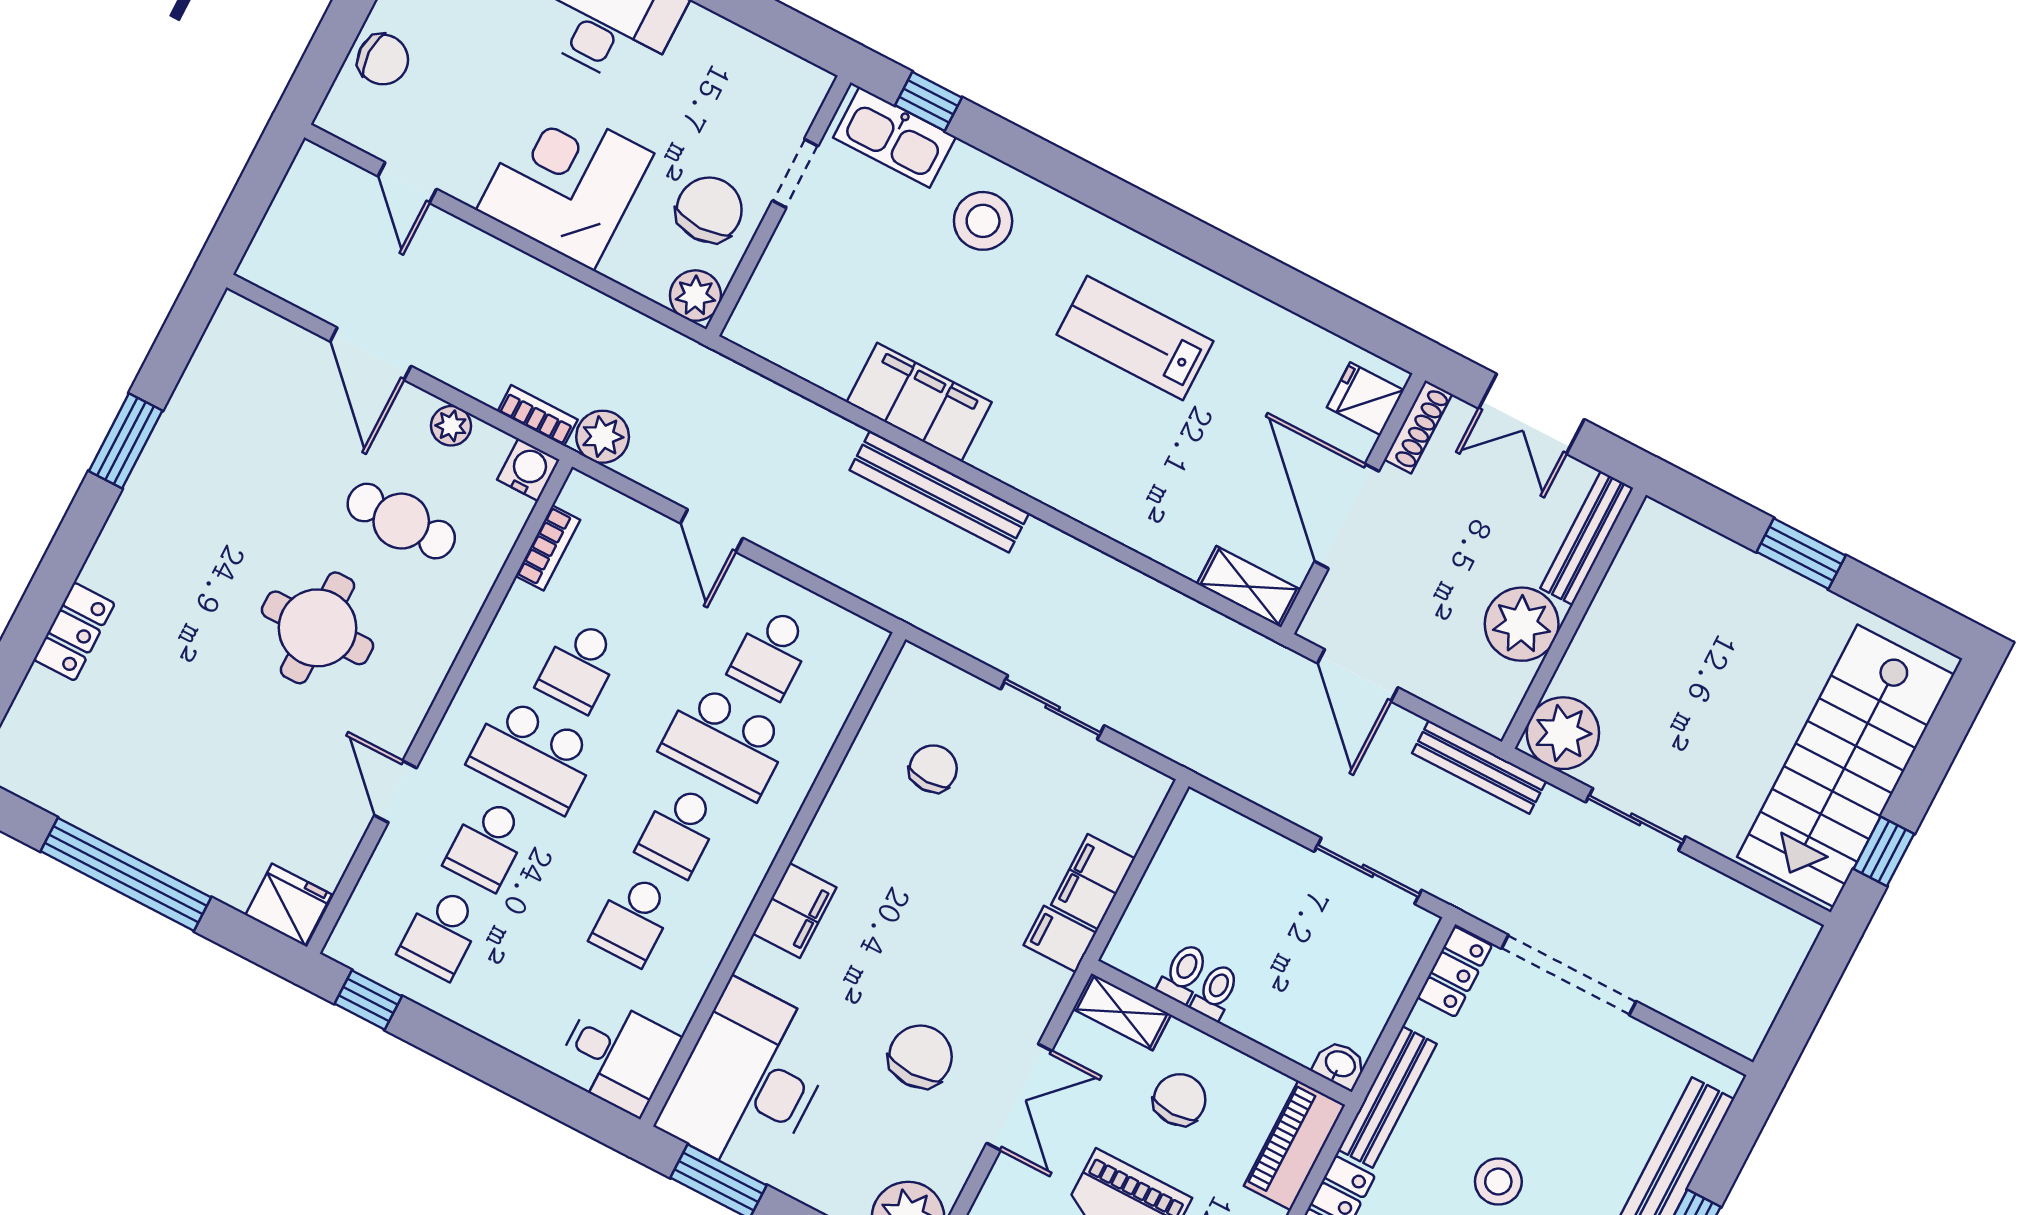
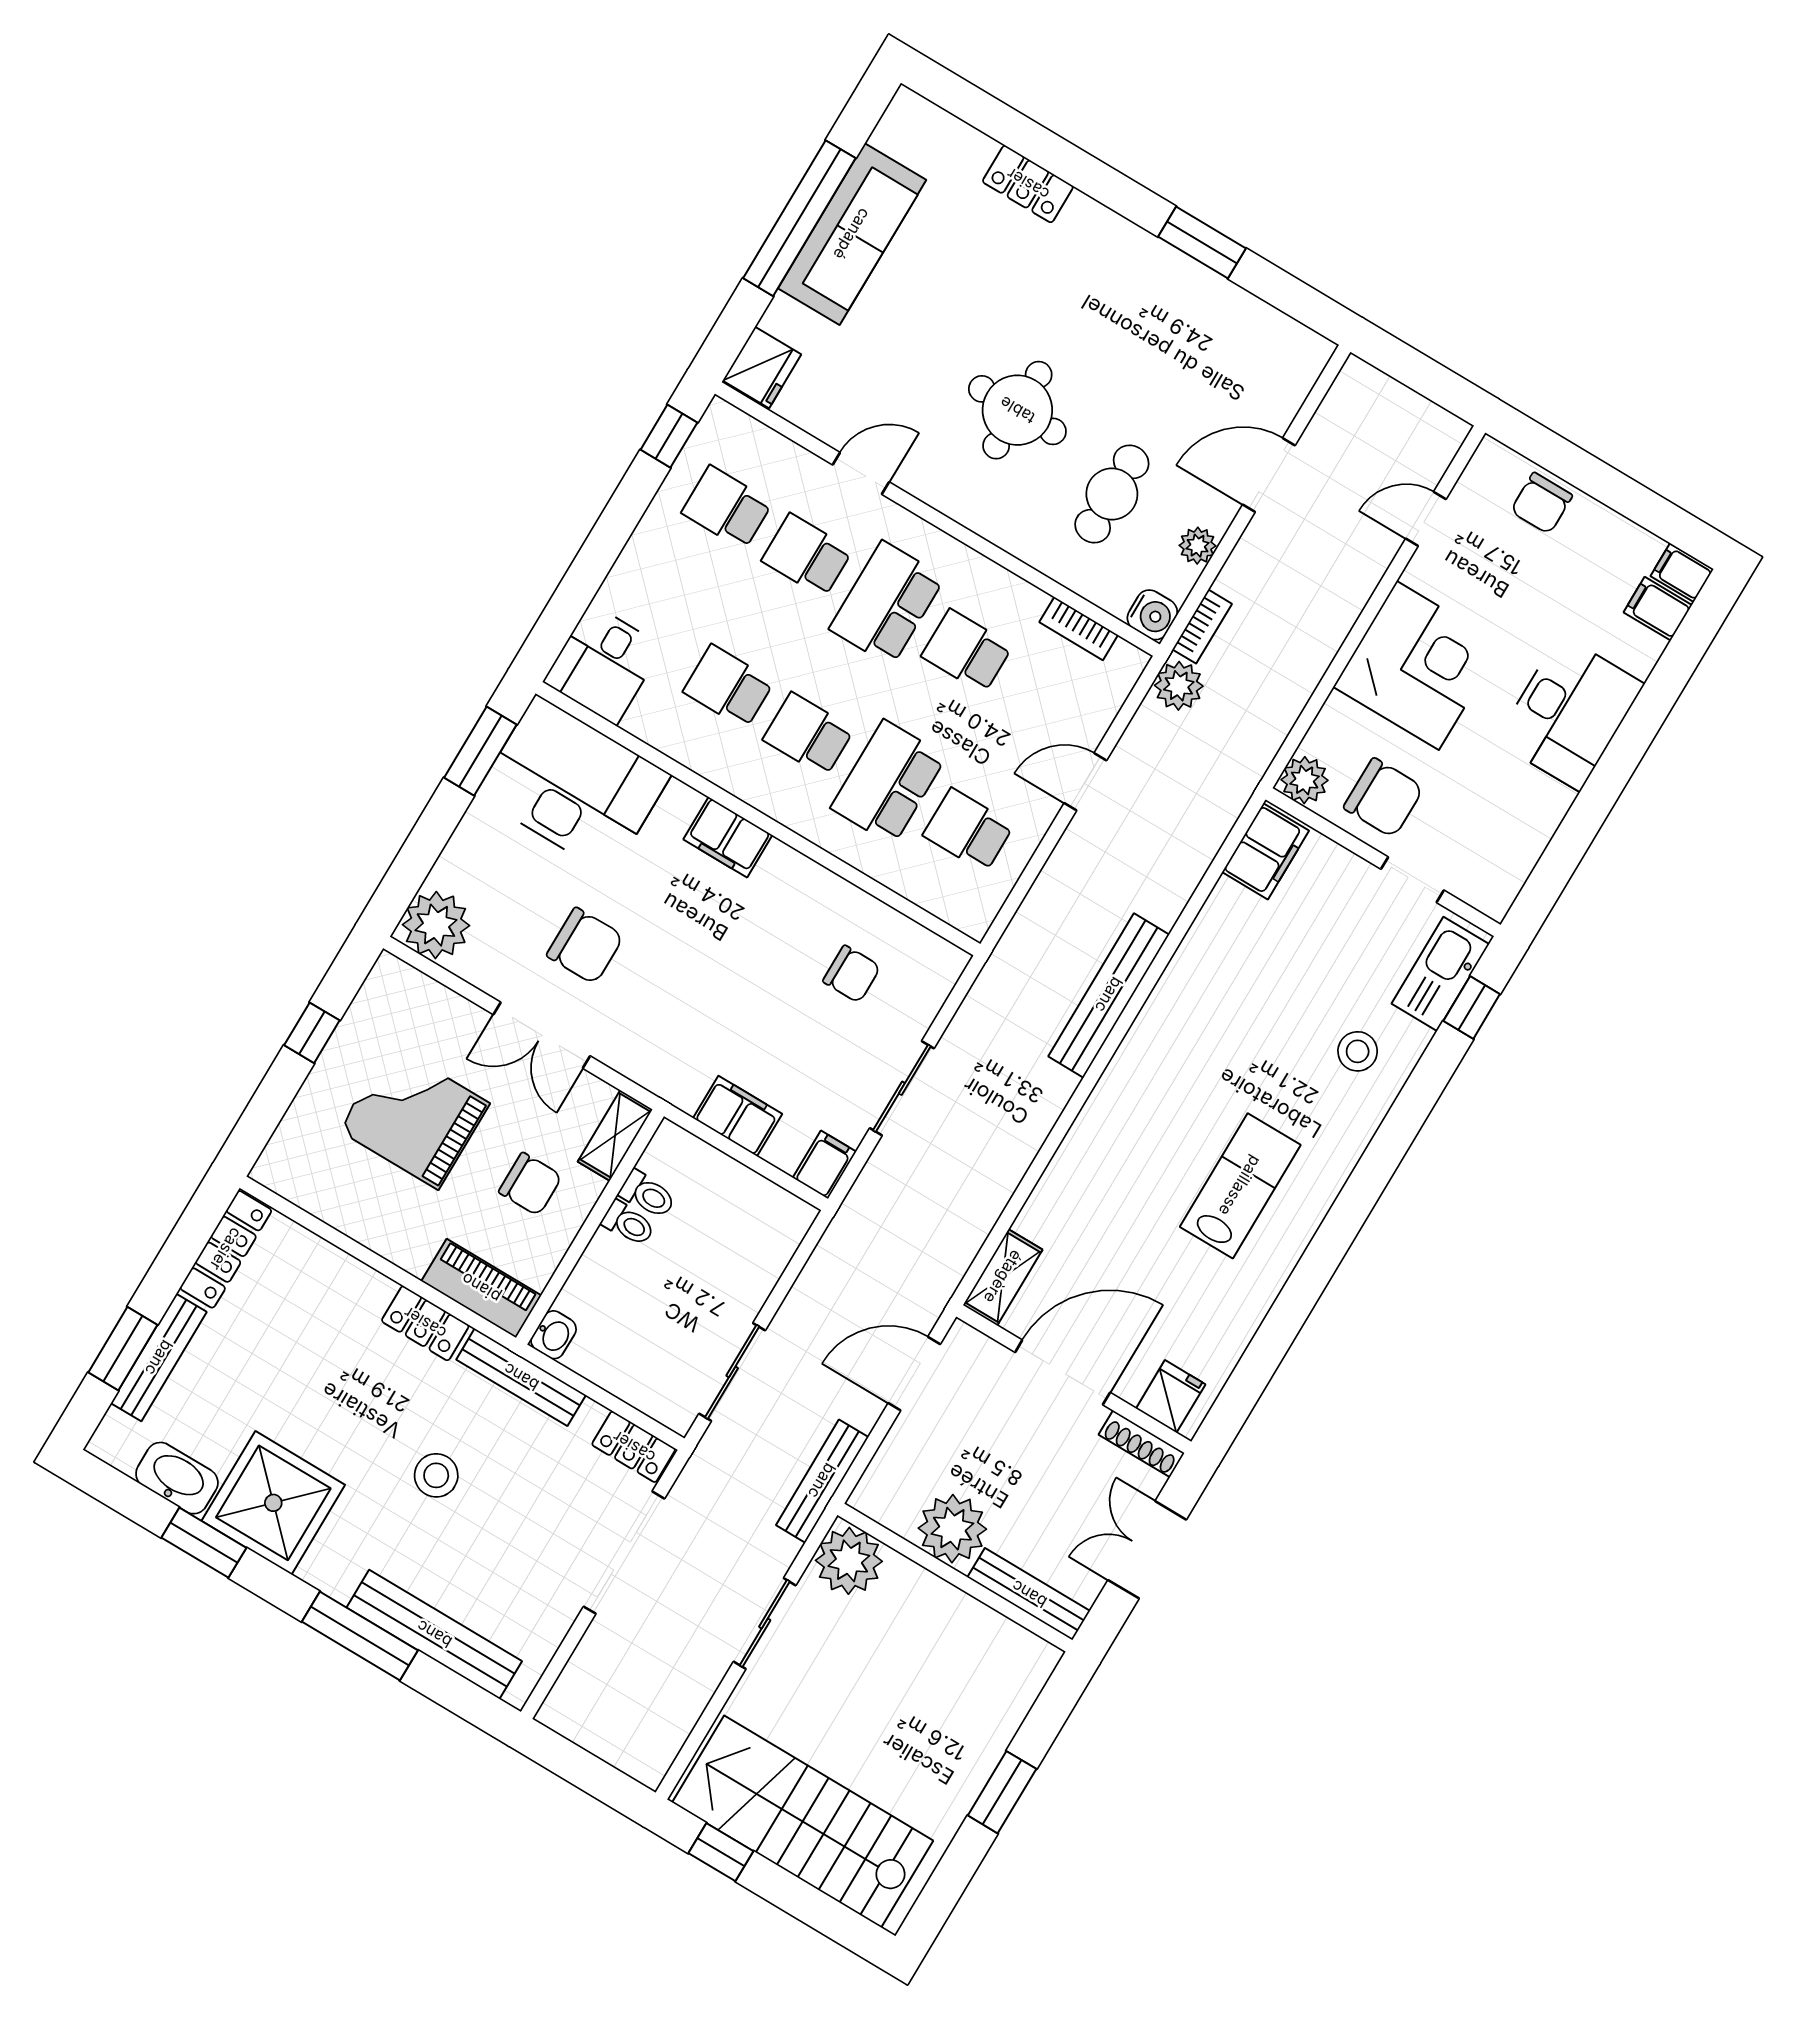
stool: (983, 221) -> (1358, 1051), width x0.73, depth x0.73
filing cabinet: (919, 402) -> (1266, 851), moved, width x0.67, depth x0.86
sofa: (139, 817) -> (852, 234), added
filing cabinet: (1060, 939) -> (824, 1165), moved

